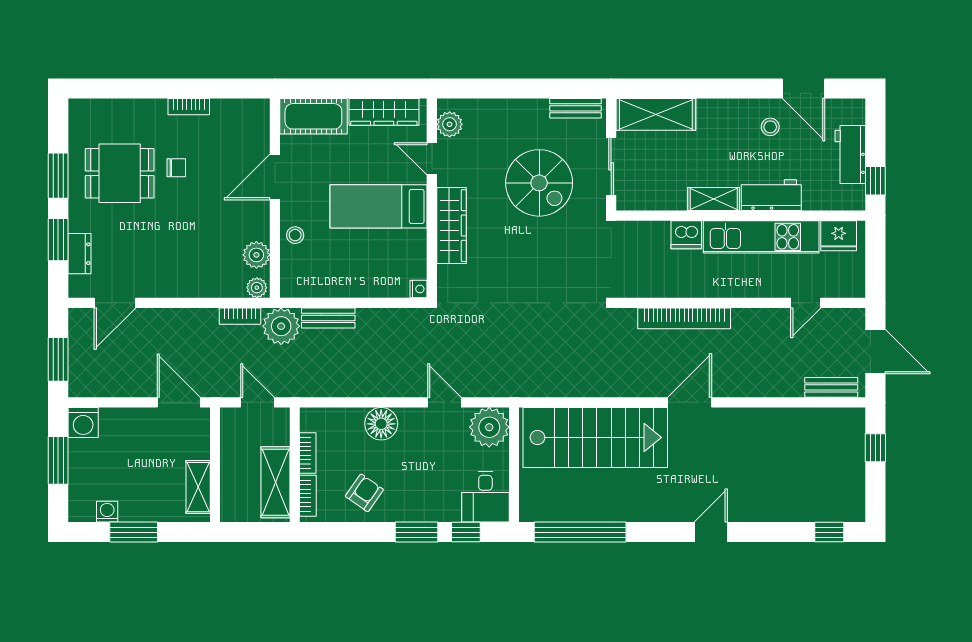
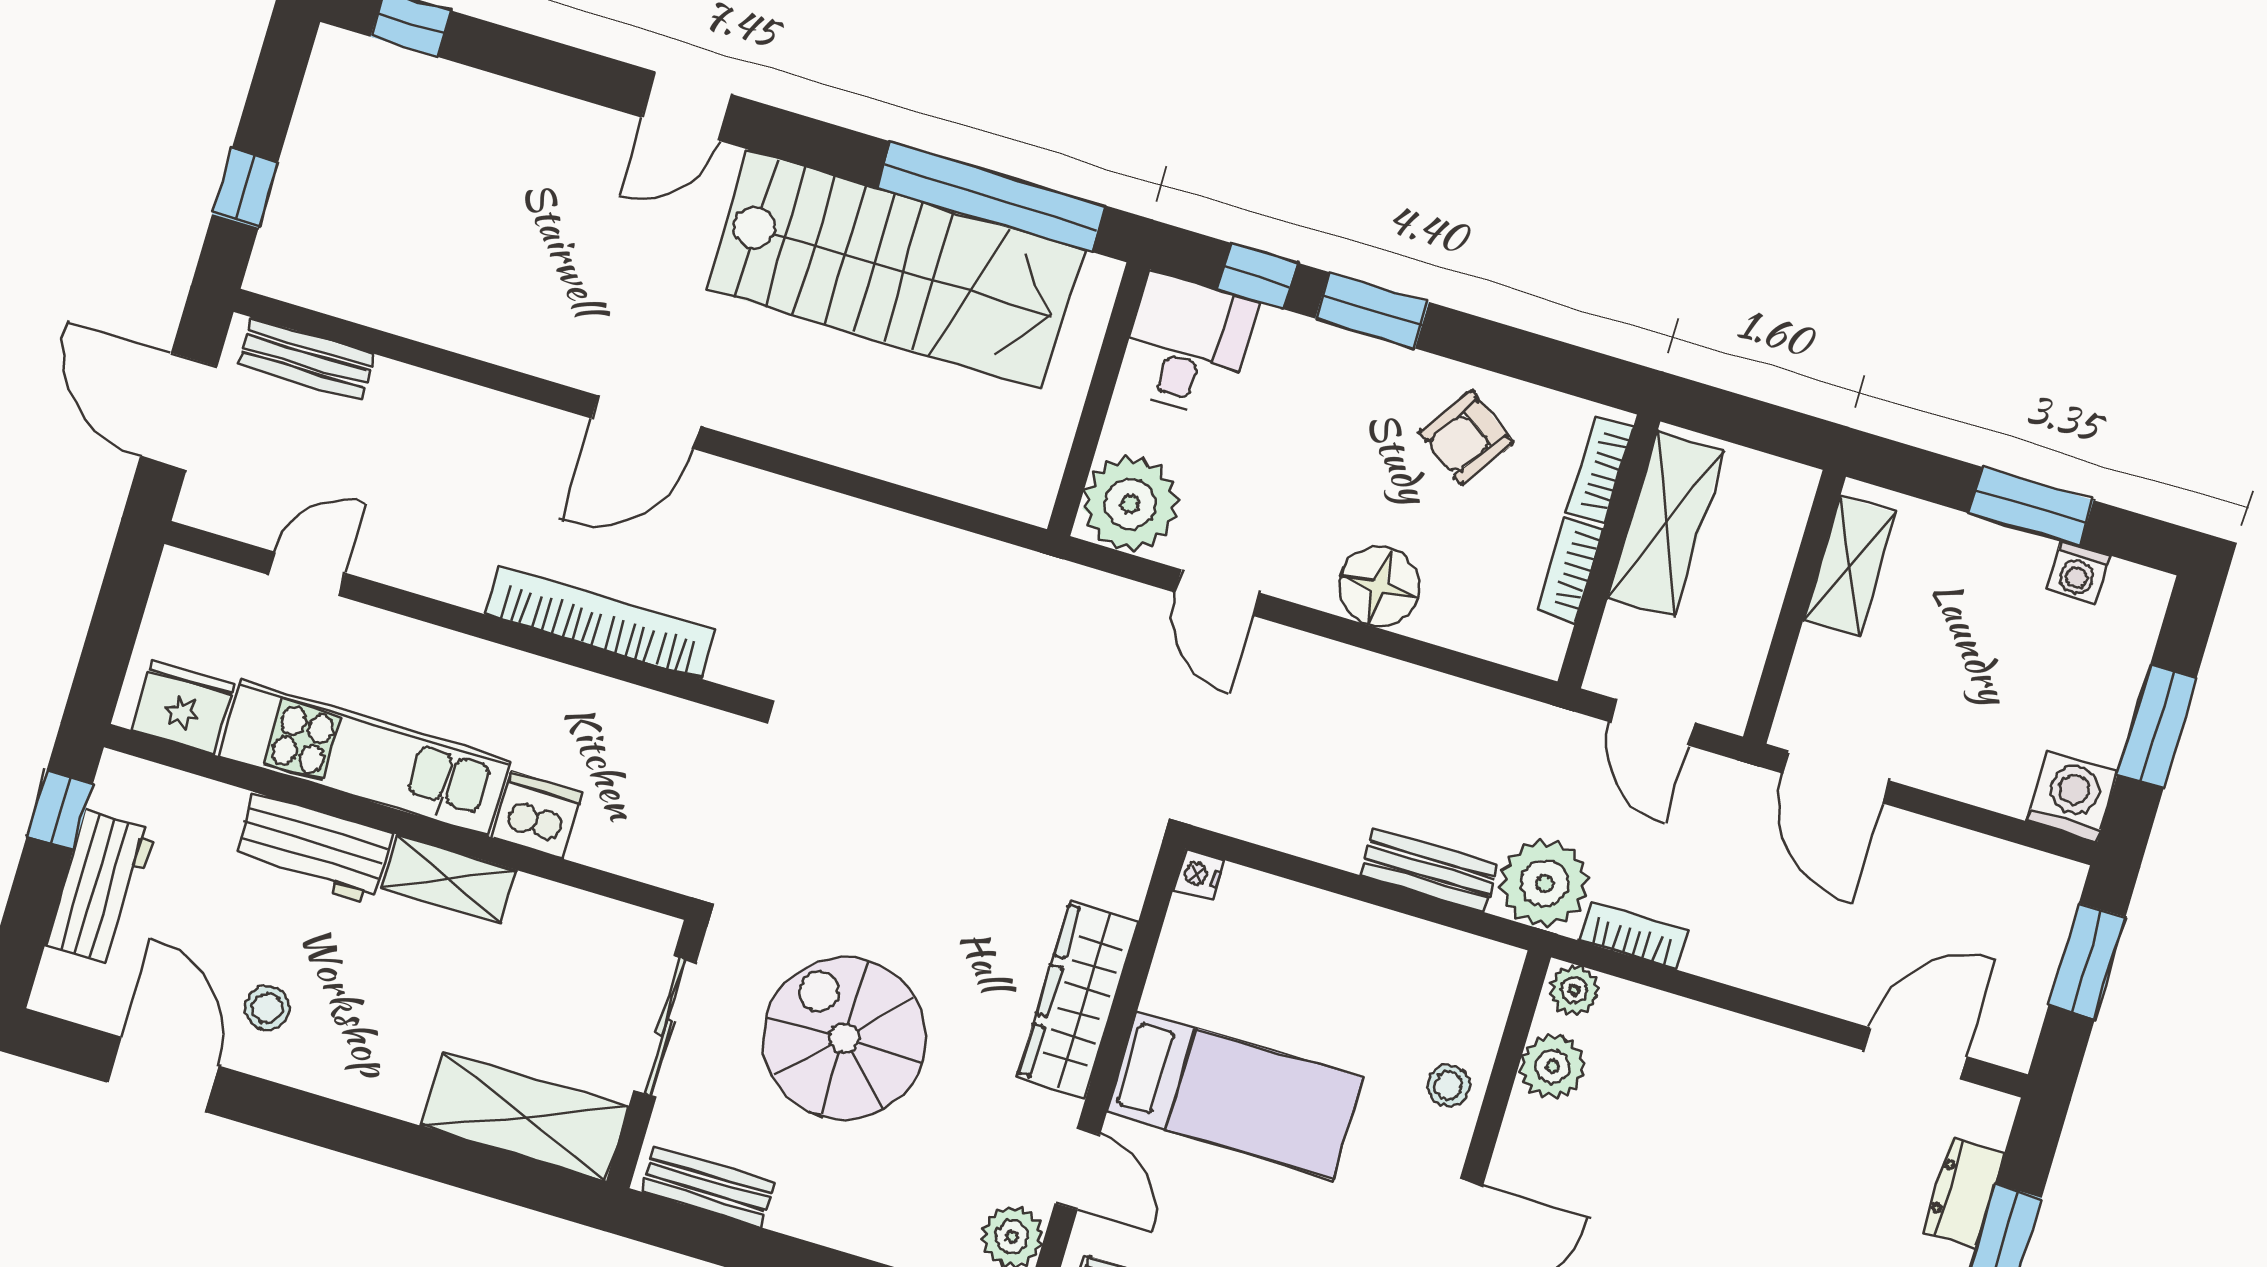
stairs: (595, 437) -> (895, 270), moved, turned 180

